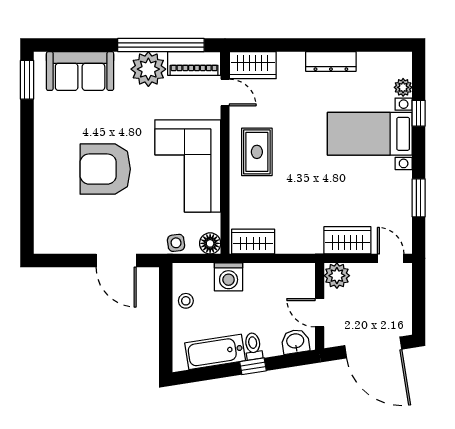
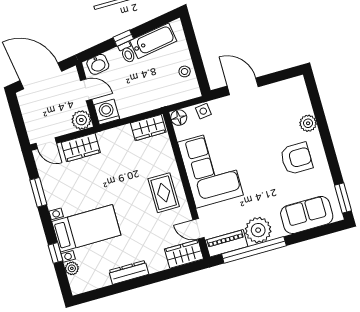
armchair: (105, 169) -> (296, 158), moved, width x0.73, depth x0.73
plant: (45, 189) -> (308, 123), added
washing machine: (229, 277) -> (107, 112), moved

